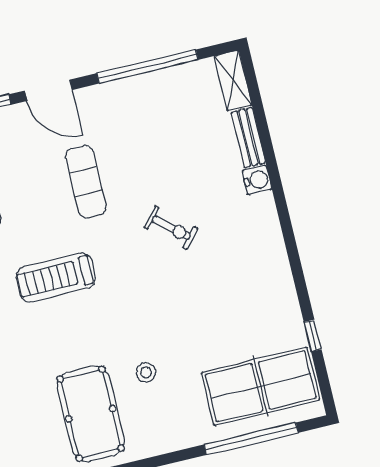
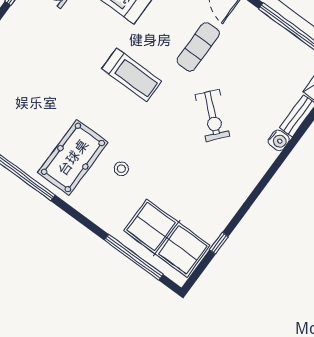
exercise bike: (171, 228) -> (212, 115), width x1.38, depth x1.39
treadmill: (56, 277) -> (132, 75), turned 180

